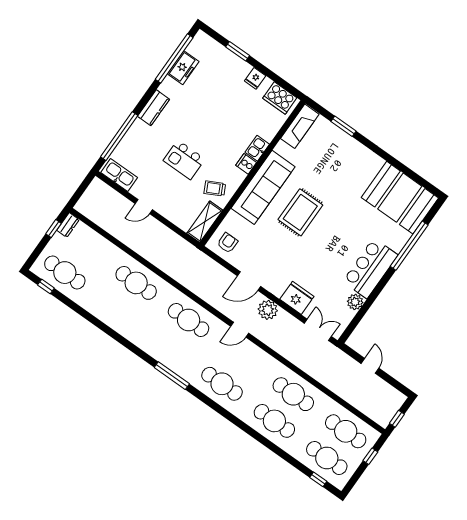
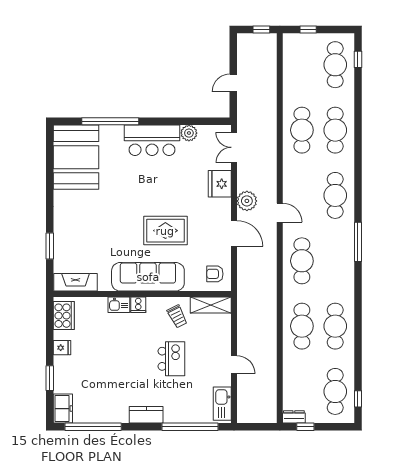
freezer: (183, 68) -> (63, 409), moved, turned 90
rug: (300, 212) -> (165, 231), moved
cafe table: (346, 431) -> (335, 326), moved

